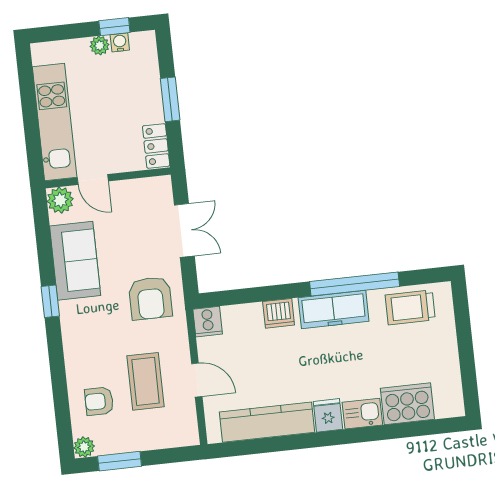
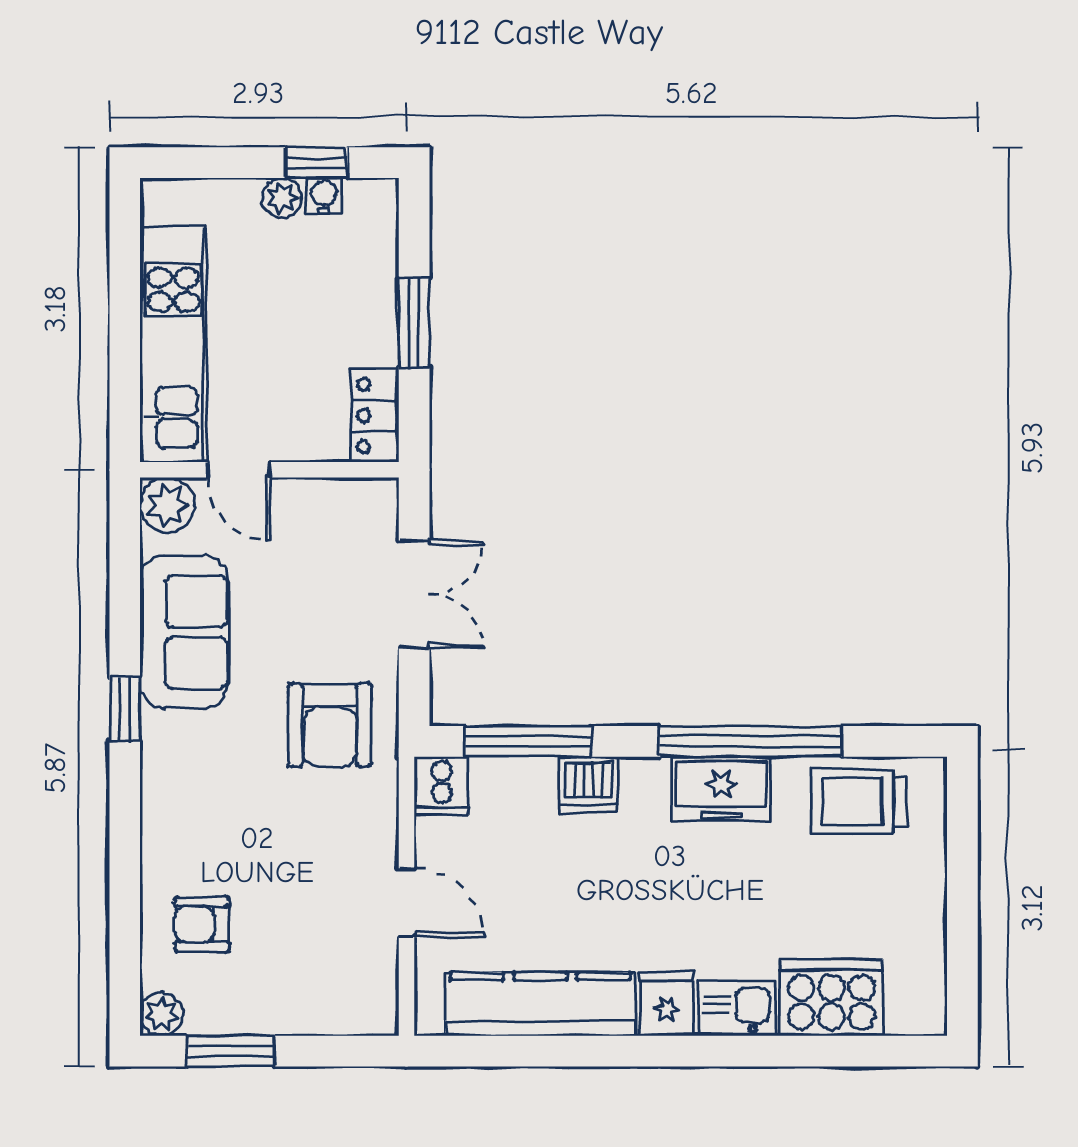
window: (247, 296) -> (528, 741), added
freezer: (334, 310) -> (721, 789), width x0.71
coffee table: (146, 381) -> (301, 894), removed

